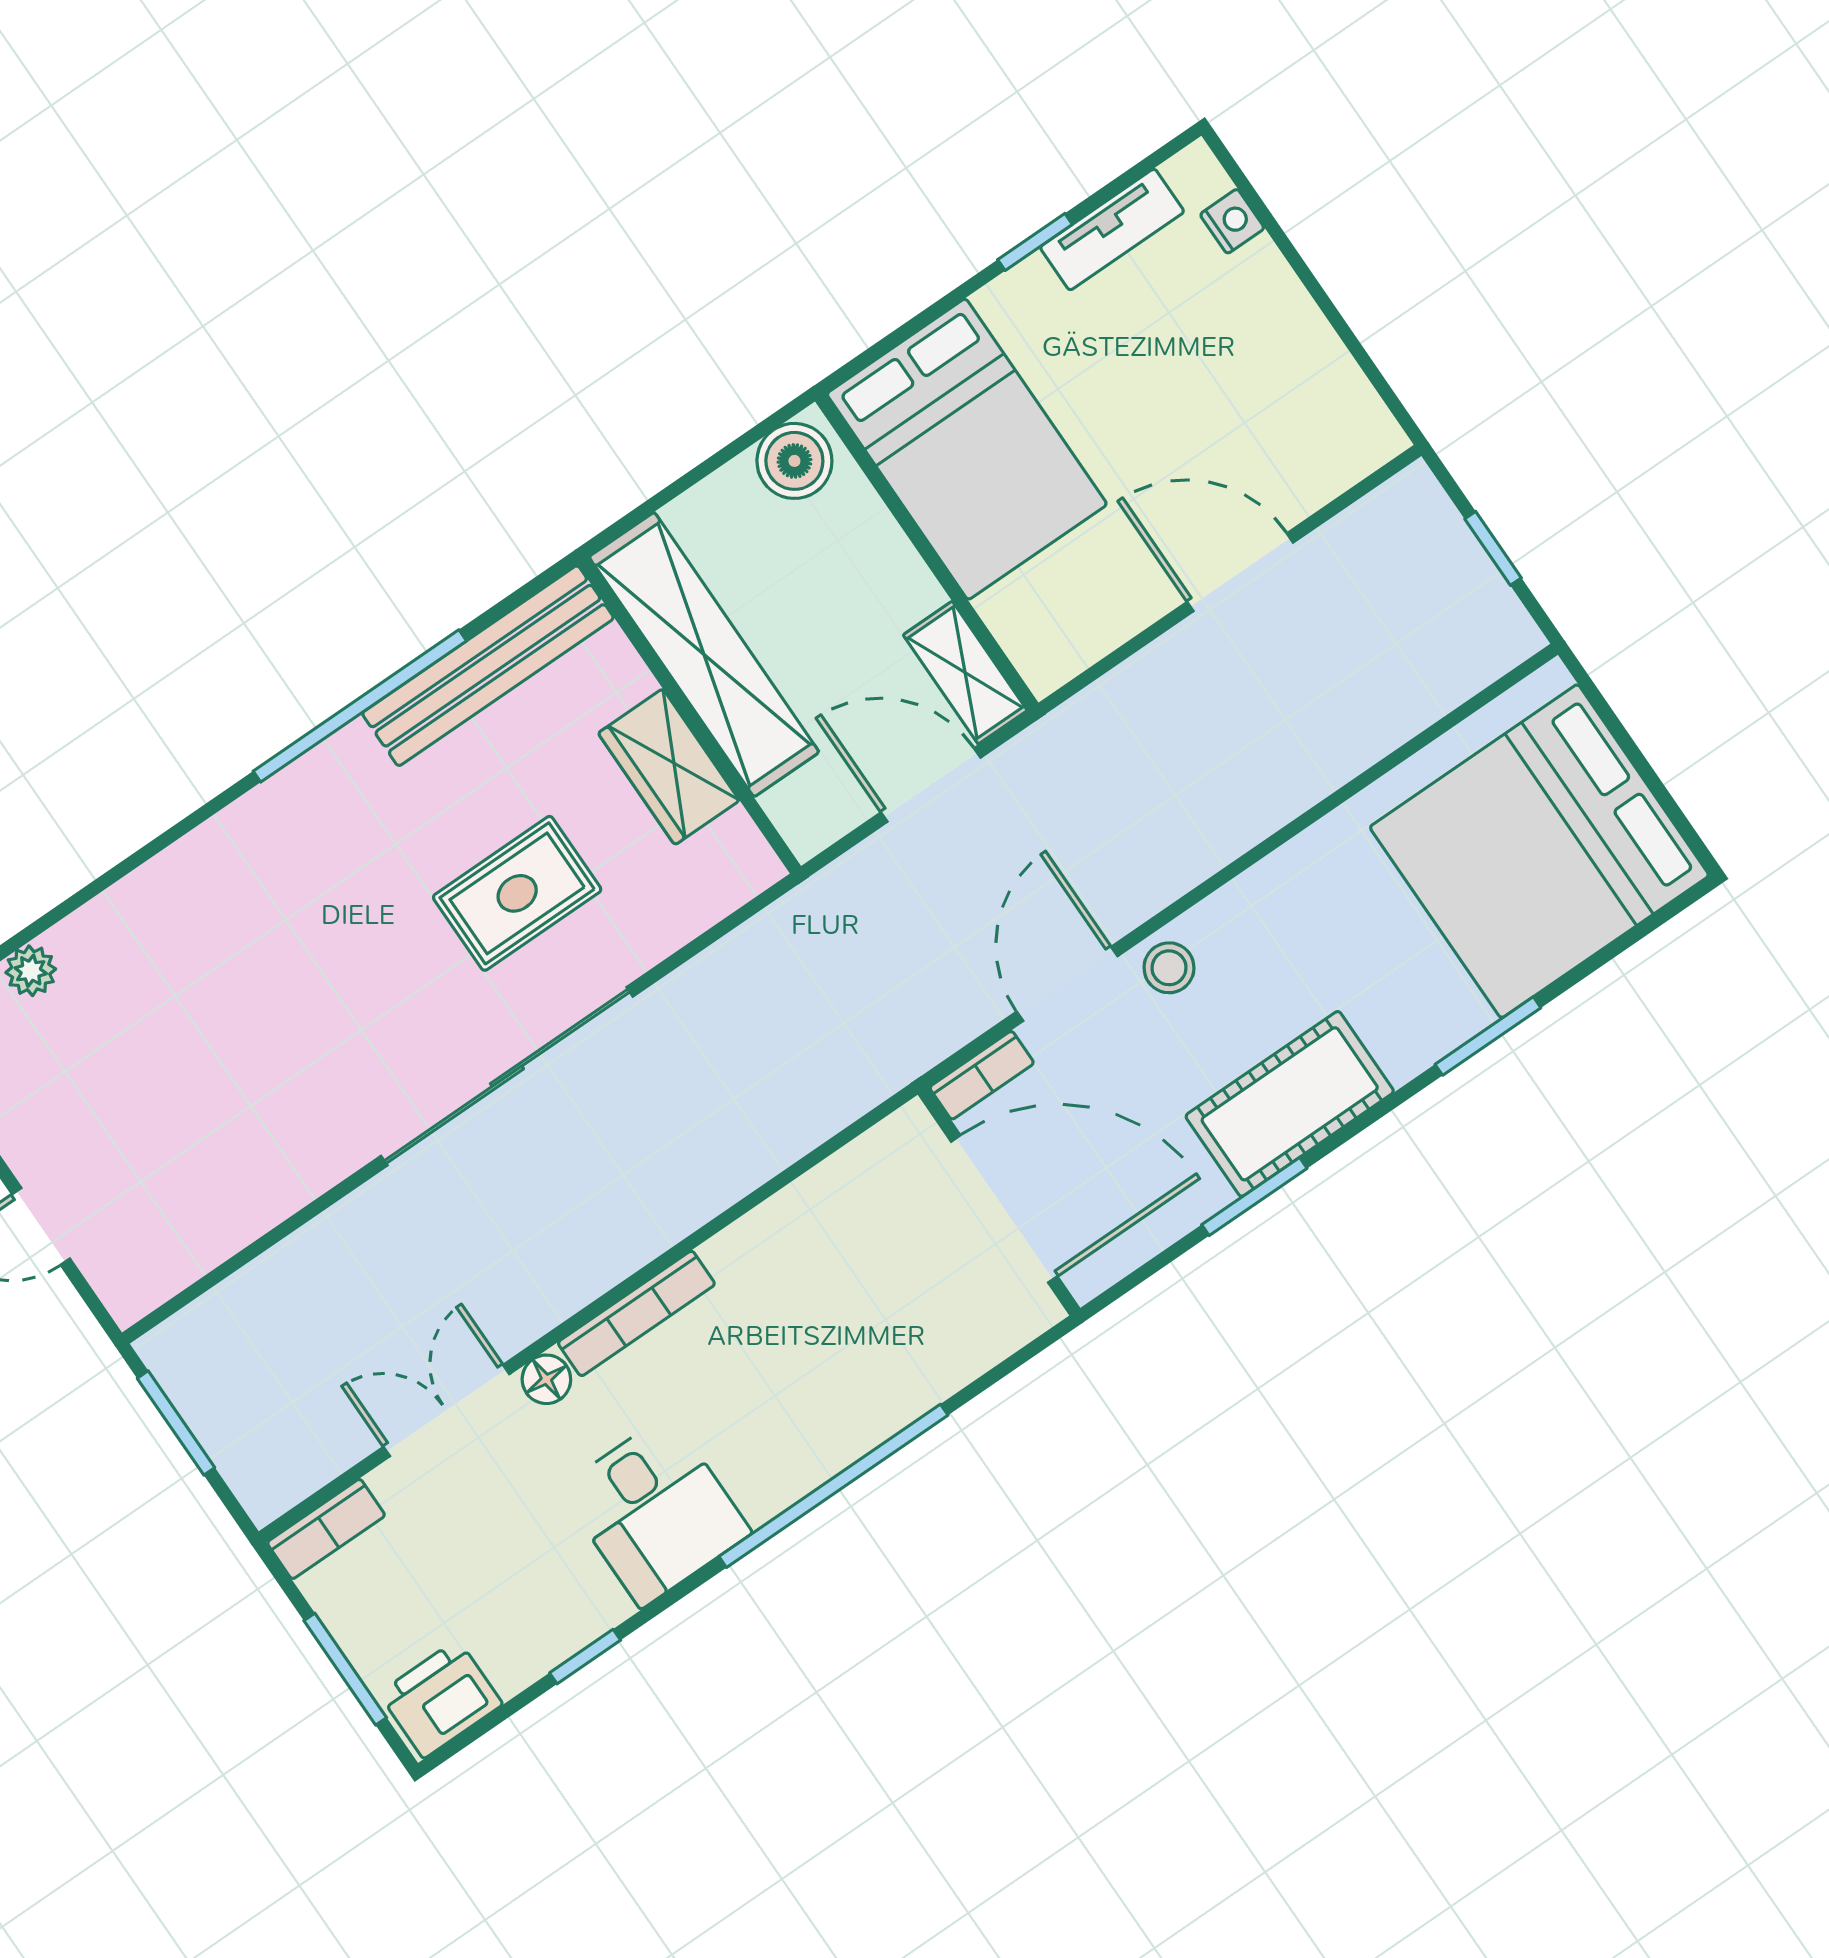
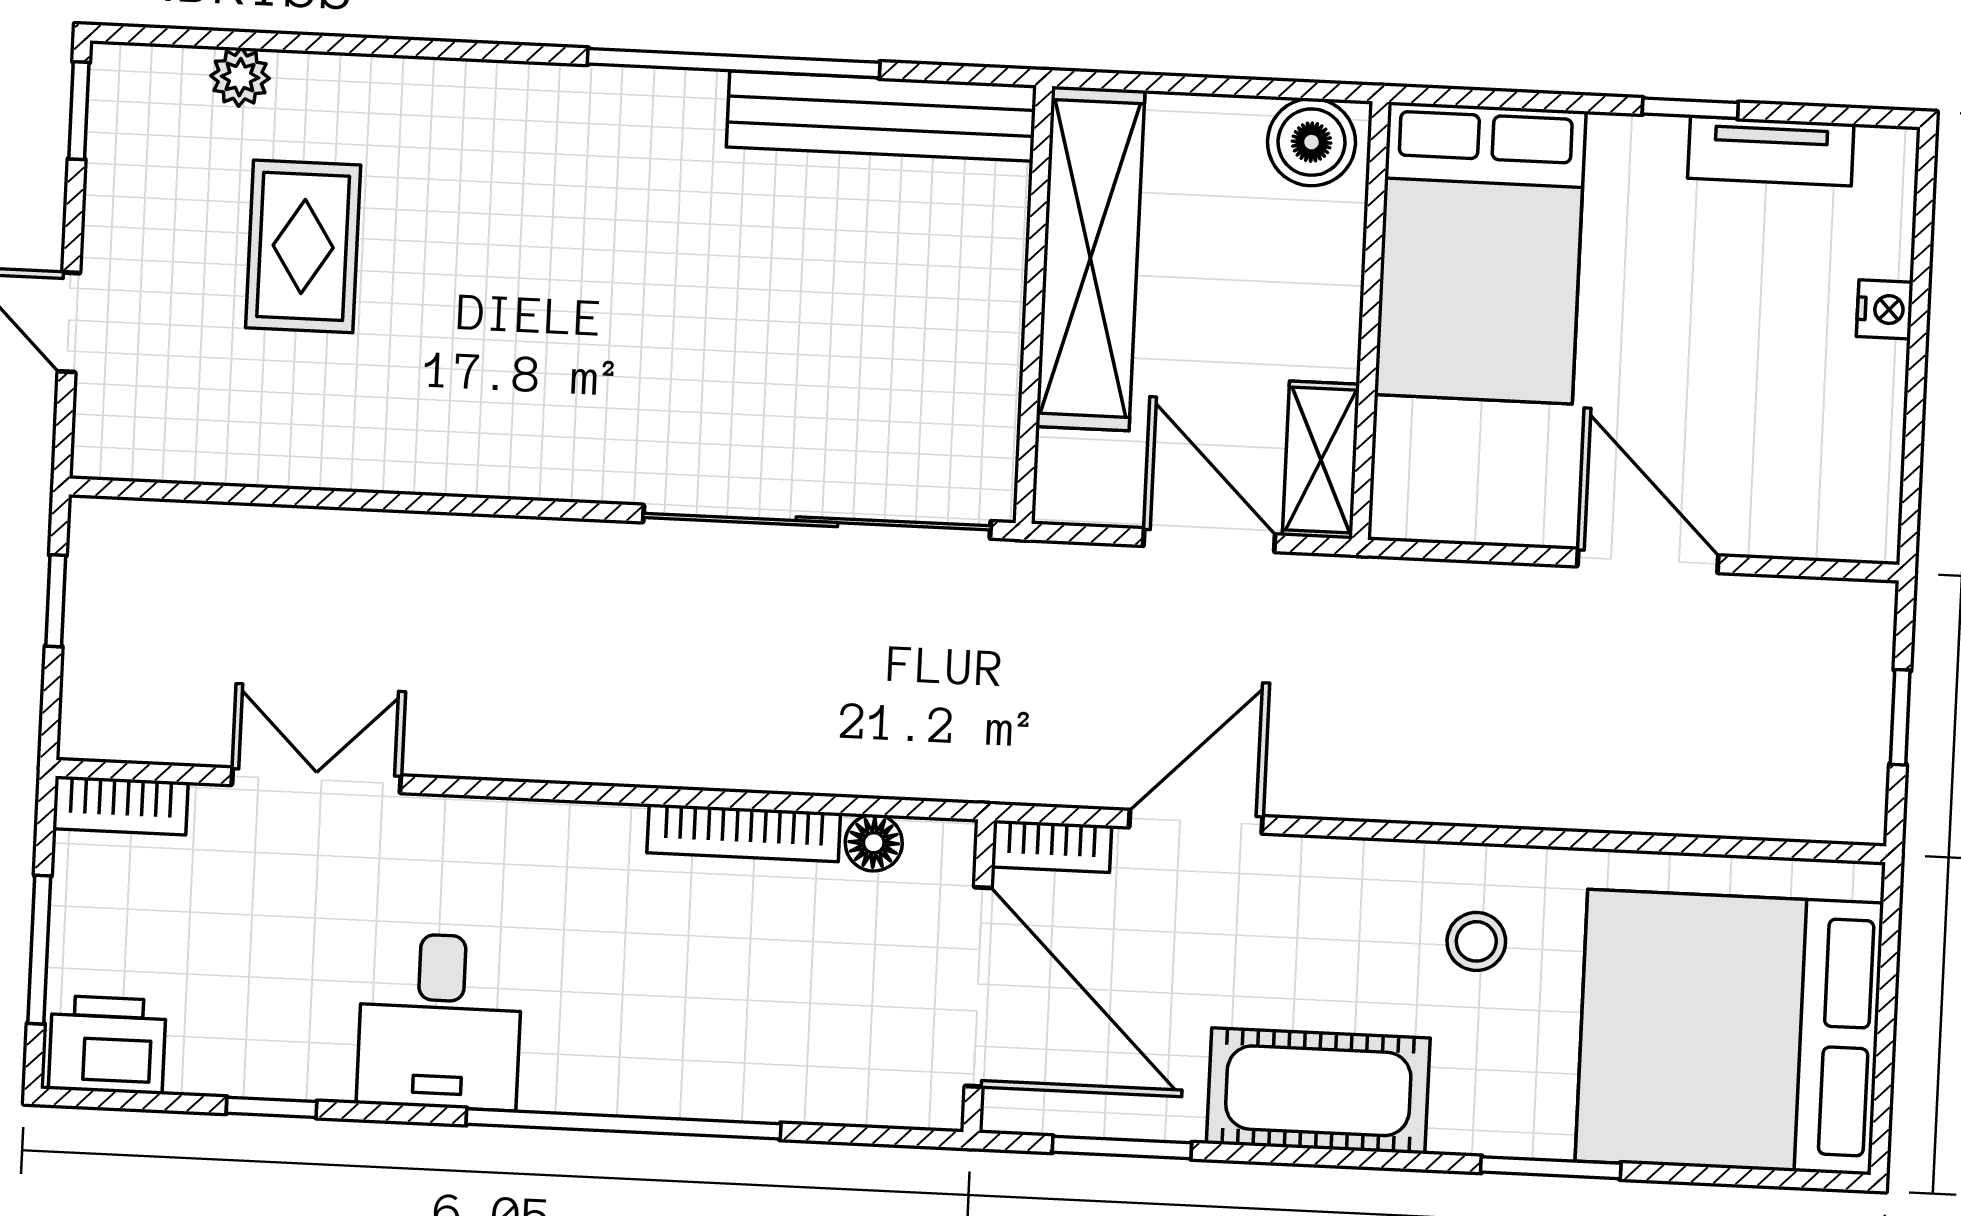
nightstand: (1232, 221) -> (1885, 309), moved
wardrobe: (669, 767) -> (978, 338), removed
rug: (517, 893) -> (303, 246), moved, turned 90
stool: (1169, 968) -> (1476, 941), moved
sliding door: (507, 1076) -> (817, 522), moved
window: (1254, 1197) -> (1122, 1147), moved
bookcase: (636, 1313) -> (744, 833), moved
floor lamp: (546, 1379) -> (874, 843), moved
window: (176, 1423) -> (56, 601), width x0.67

